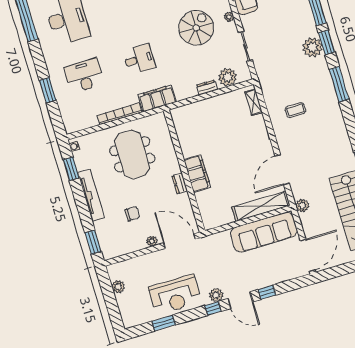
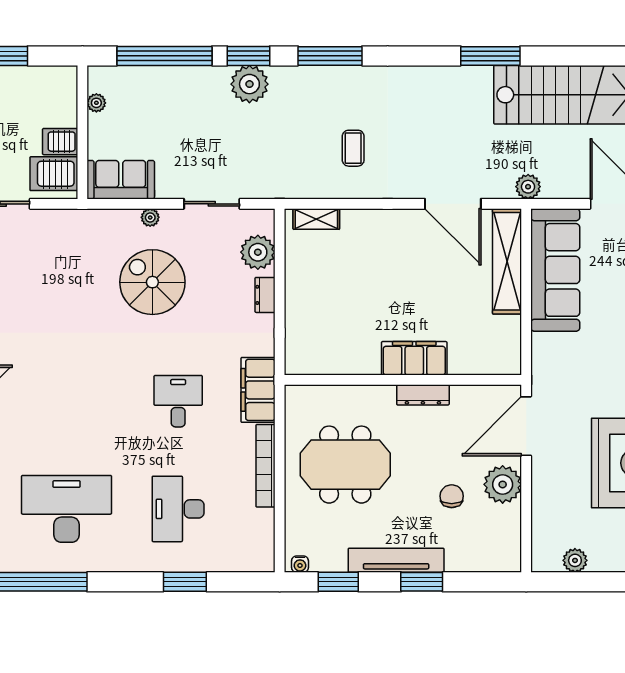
dresser: (180, 184) -> (423, 395), width x1.44
plant: (152, 241) -> (503, 484), width x1.88, depth x1.88
window: (93, 242) -> (422, 582), moved

